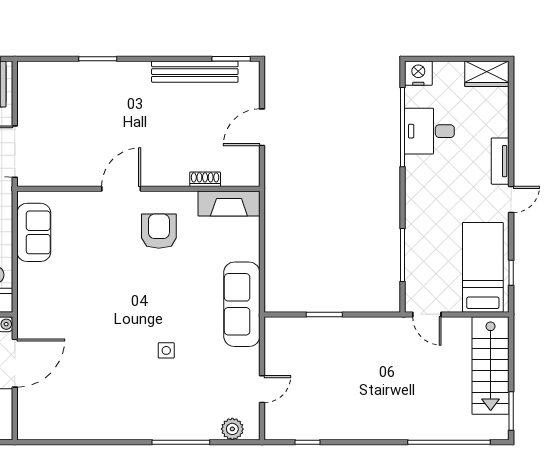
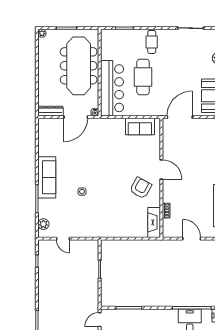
armchair: (159, 231) -> (141, 188), turned -61
sofa: (242, 304) -> (47, 177), moved, turned 90
door: (15, 363) -> (76, 117), hinge flipped

